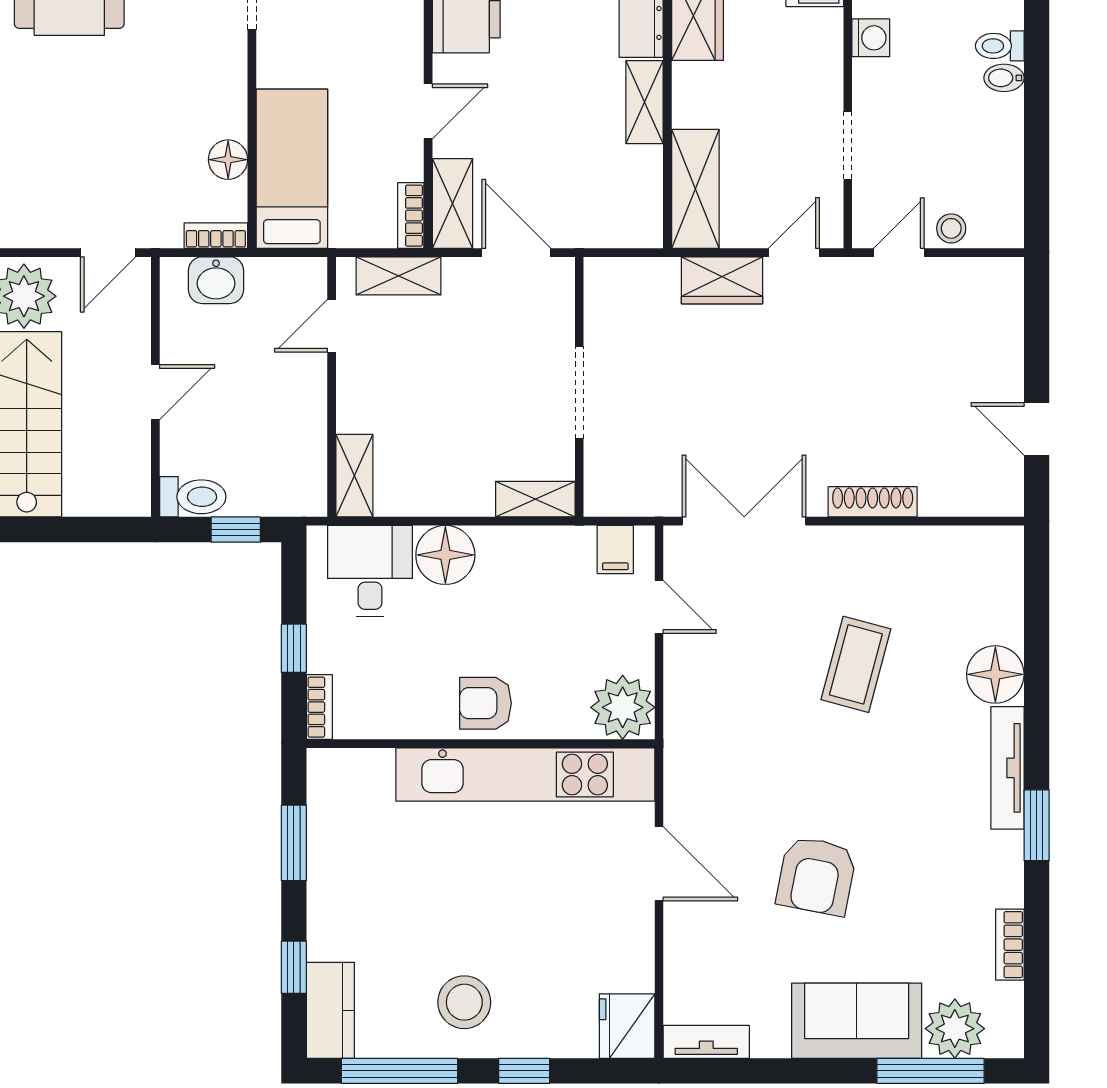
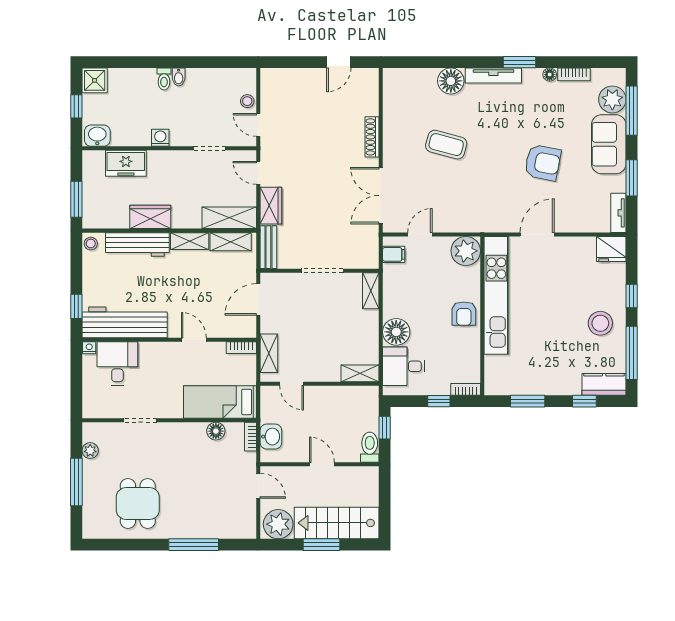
shelving: (453, 204) -> (231, 242), moved
bench: (631, 275) -> (268, 247), added
floor lamp: (1009, 891) -> (550, 75), added
window: (783, 1071) -> (632, 178), added

